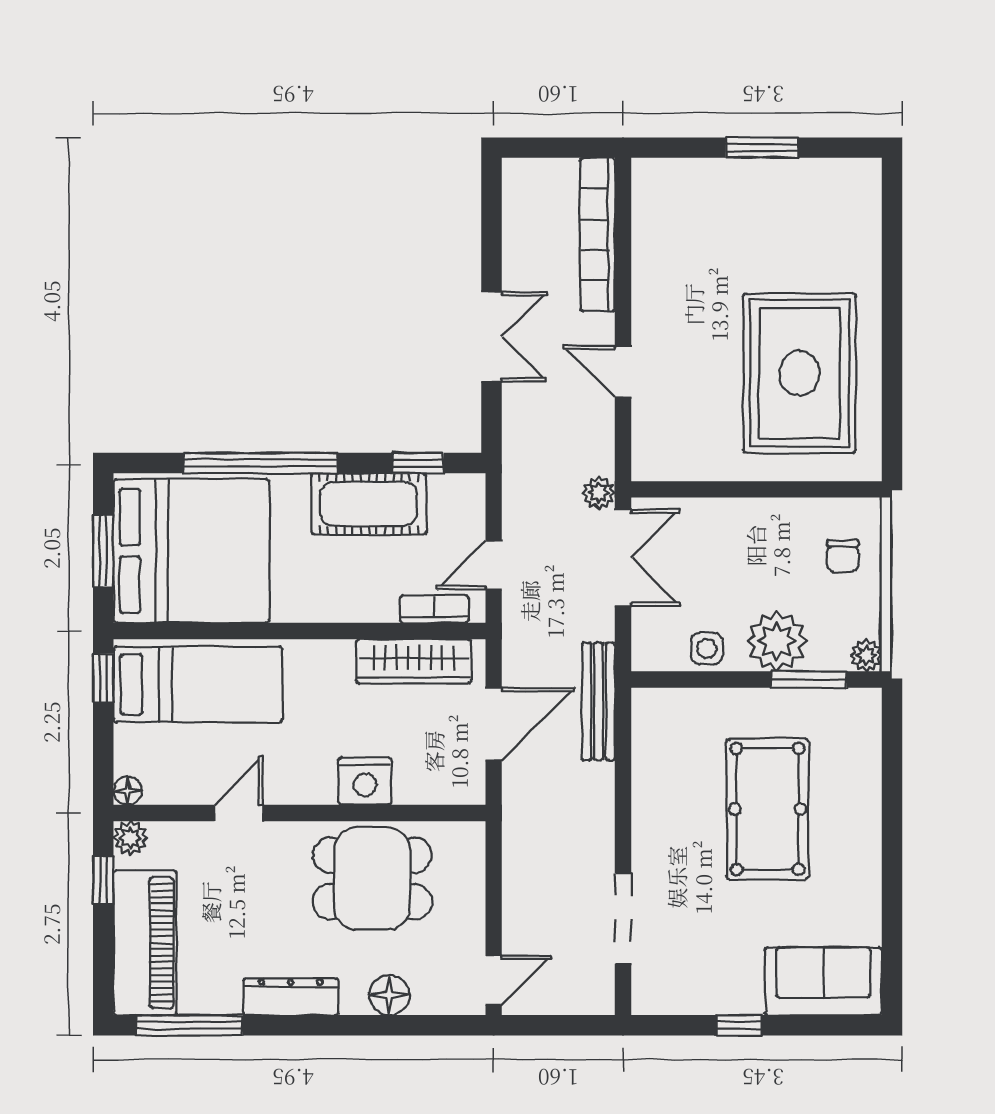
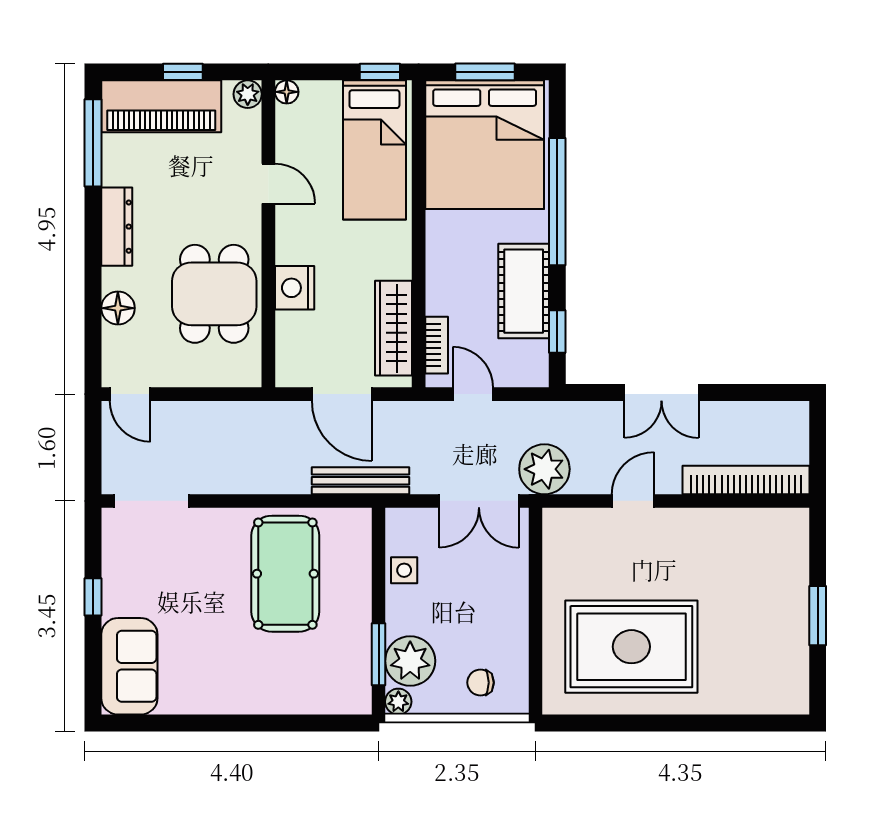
plant: (599, 493) -> (544, 469), width x1.88, depth x1.88
plant: (777, 641) -> (410, 661), moved
pool table: (767, 809) -> (285, 574), moved, turned 90
window: (103, 880) -> (183, 72), moved
doorway: (623, 919) -> (151, 501), moved

